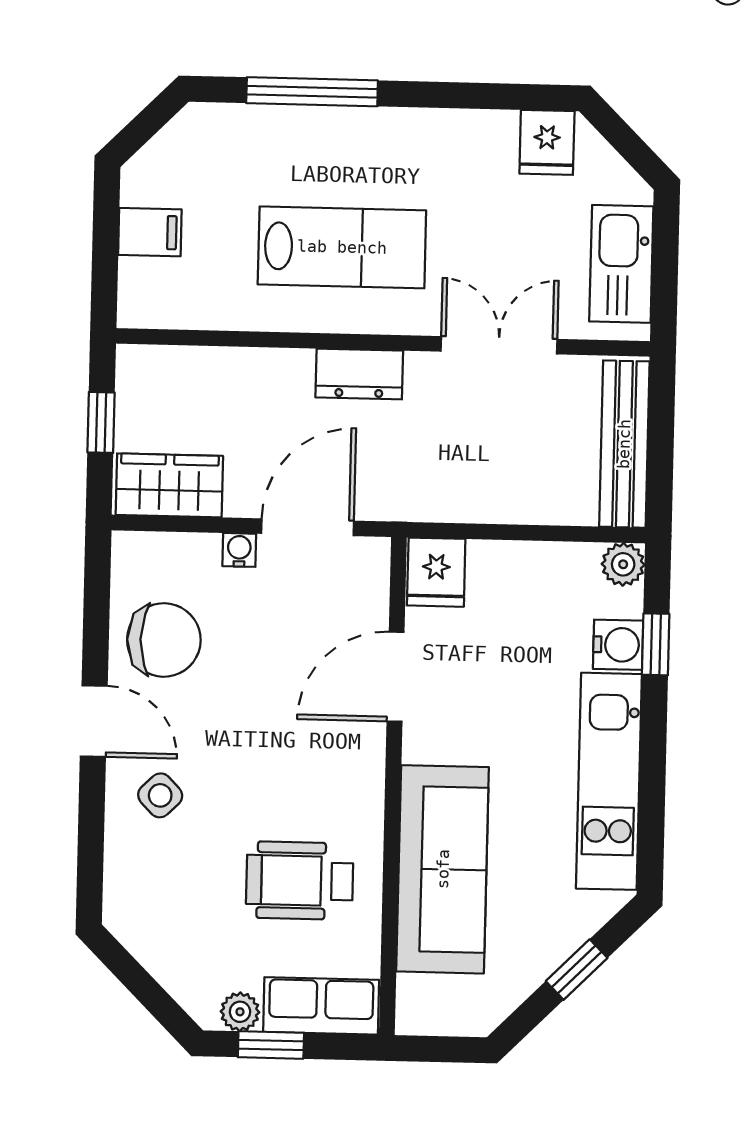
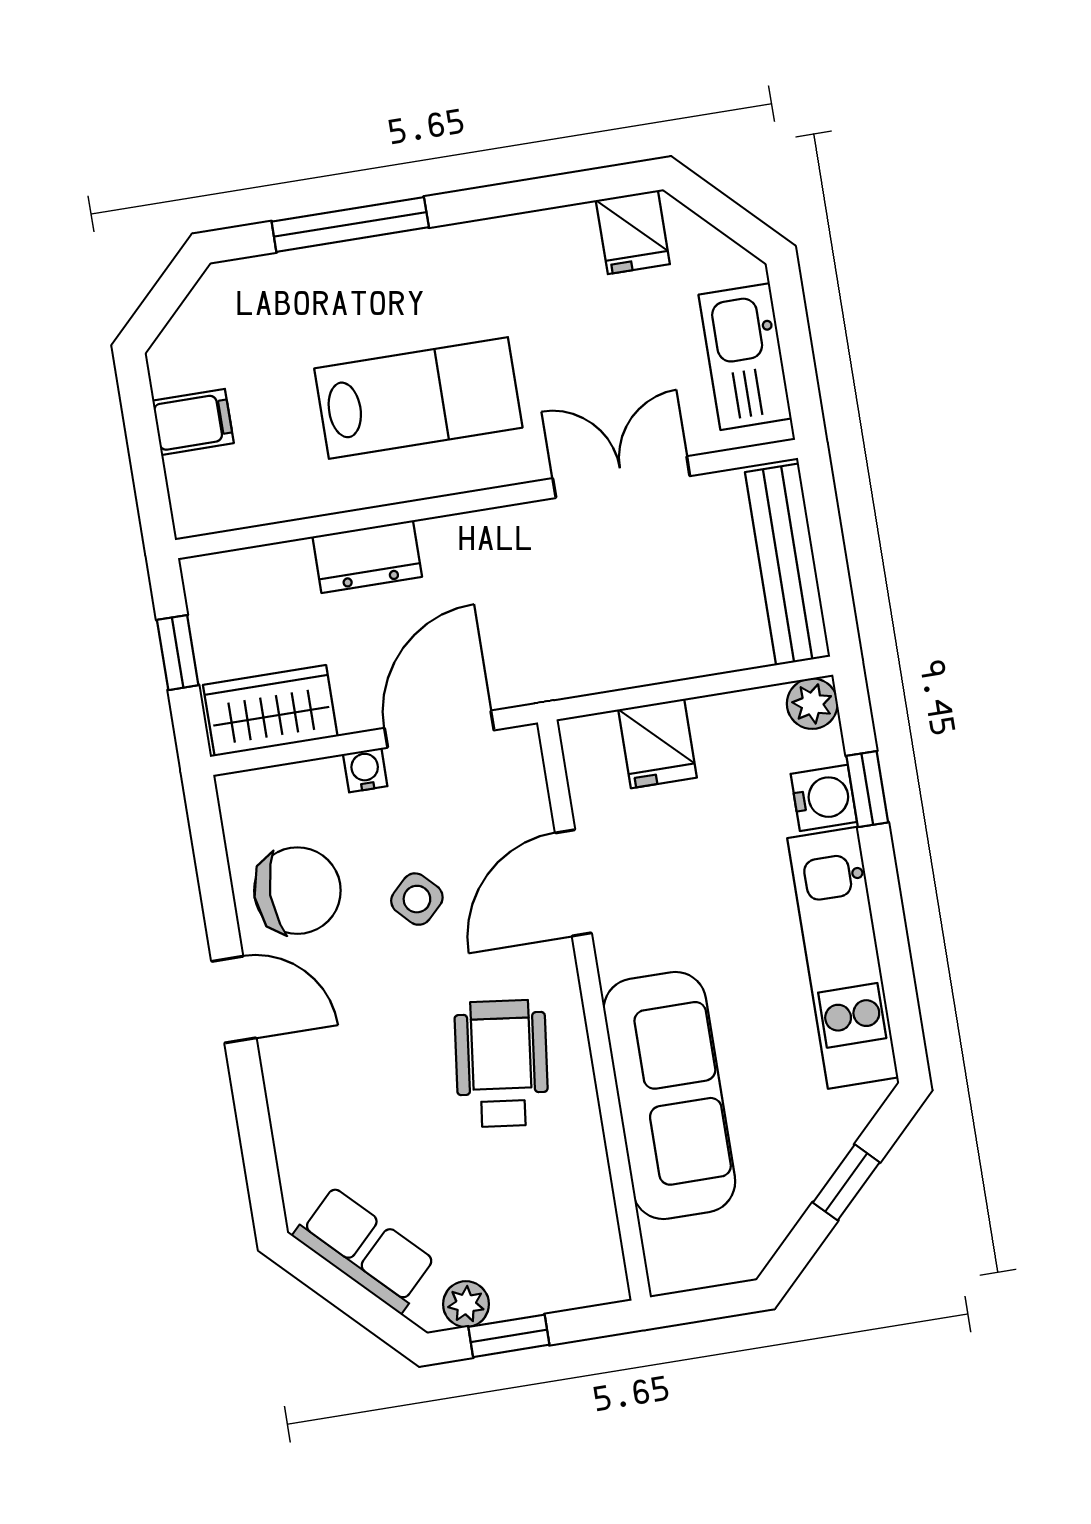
dresser: (359, 374) -> (367, 557), moved
fridge: (436, 572) -> (658, 743), moved
side table: (160, 795) -> (417, 899), moved
wheelchair: (300, 881) -> (501, 1064), moved, turned 97
row of seats: (321, 1006) -> (365, 1249), moved, turned 45

